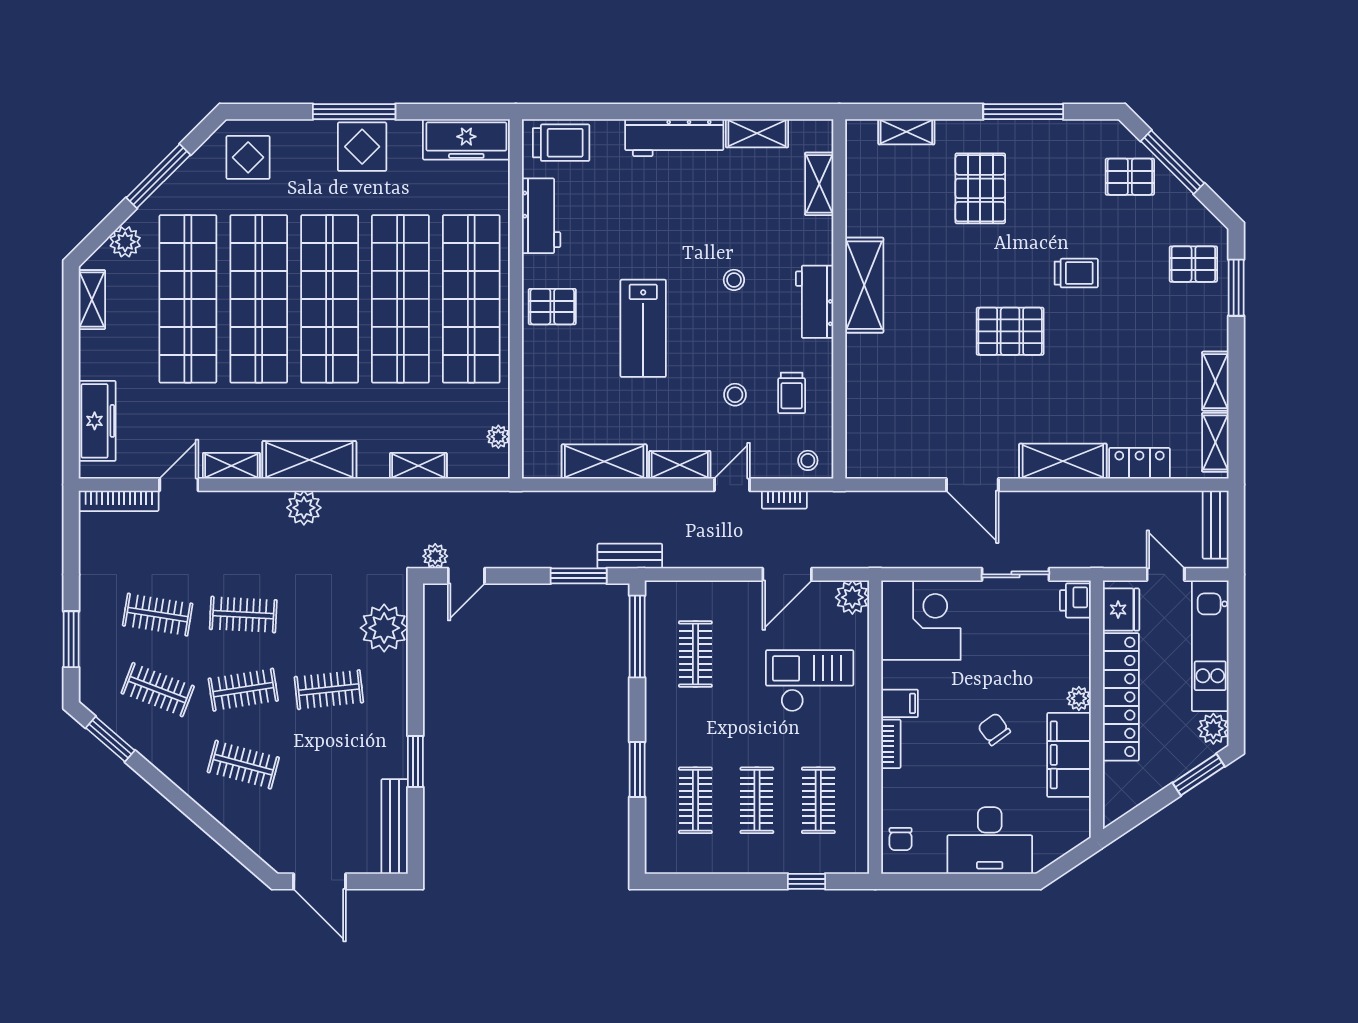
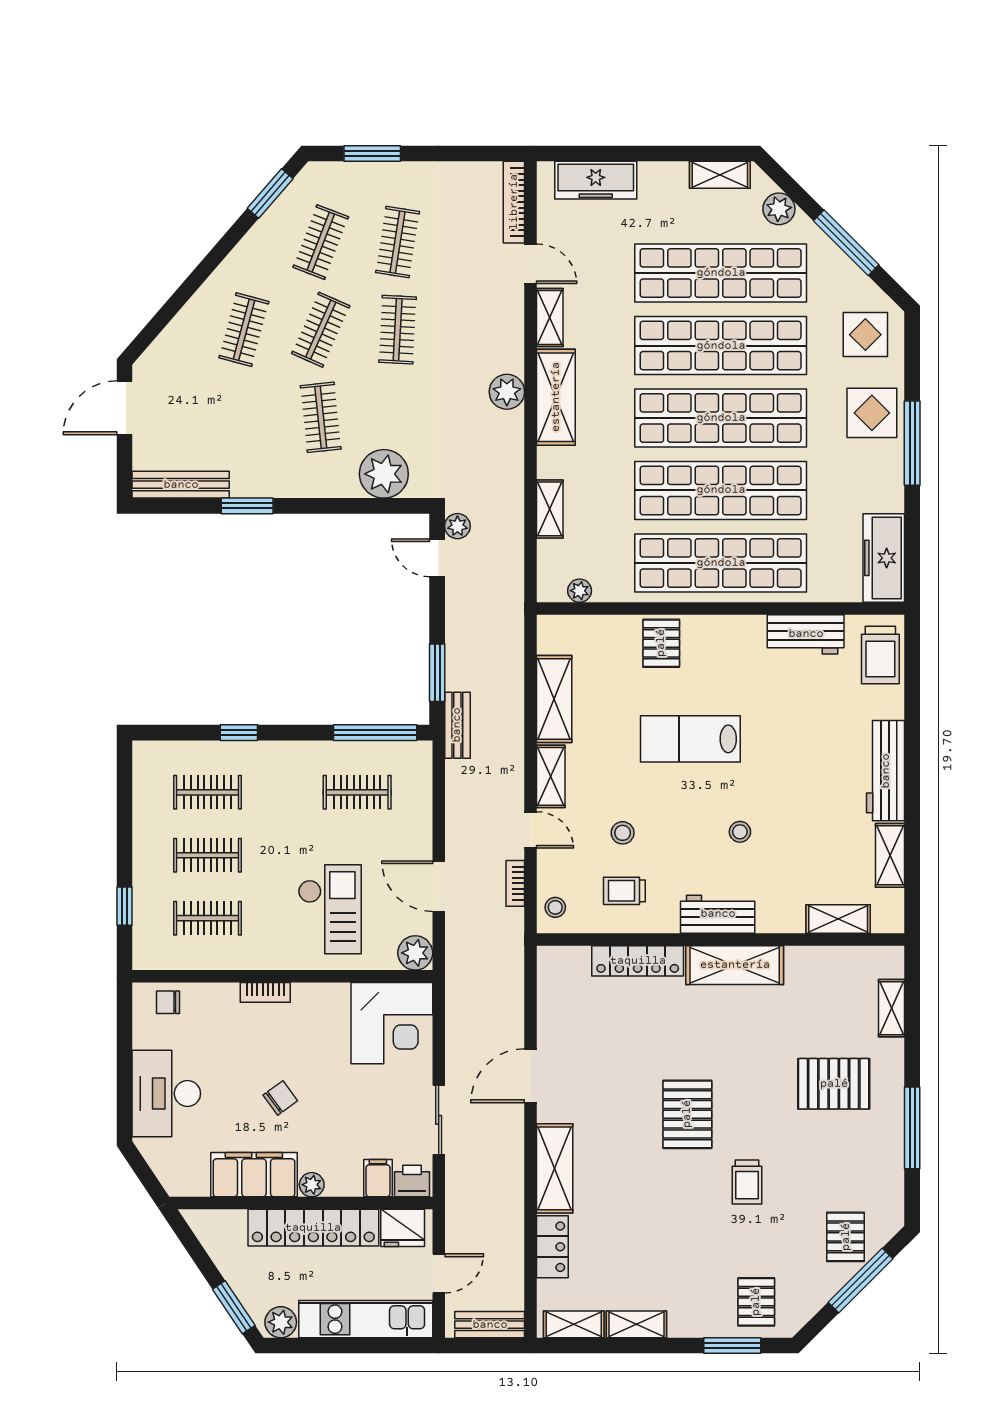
display table: (362, 147) -> (872, 413), moved
pallet: (552, 307) -> (661, 643), moved
locker: (860, 380) -> (638, 961), added
clothes rail: (243, 690) -> (321, 330), turned 33
filing cabinet: (900, 703) -> (378, 1178), moved, turned 180
window: (637, 770) -> (239, 733), width x0.67

